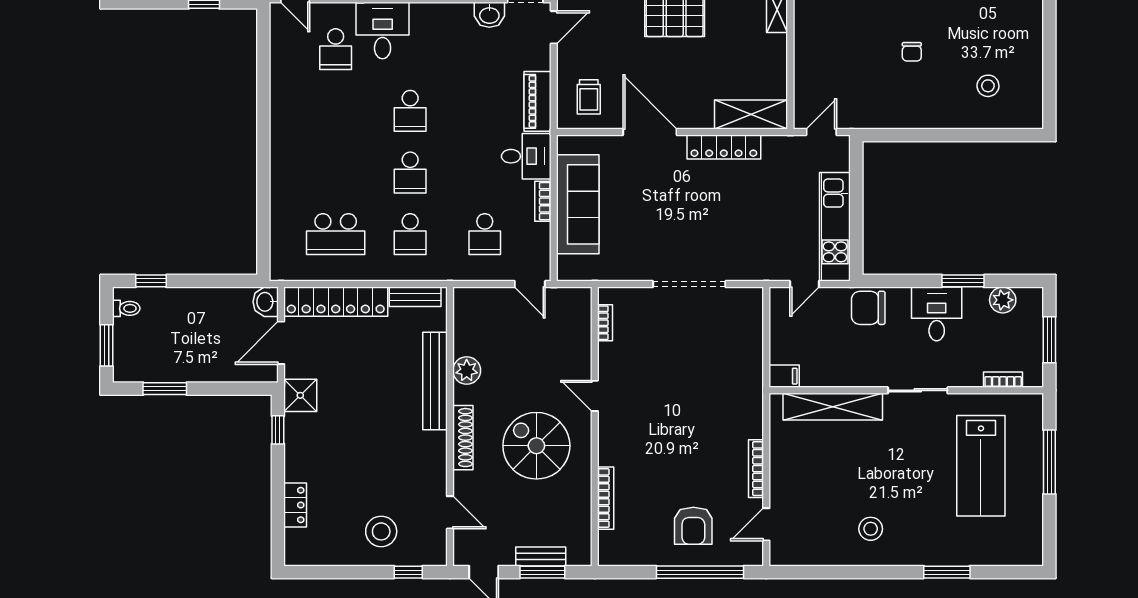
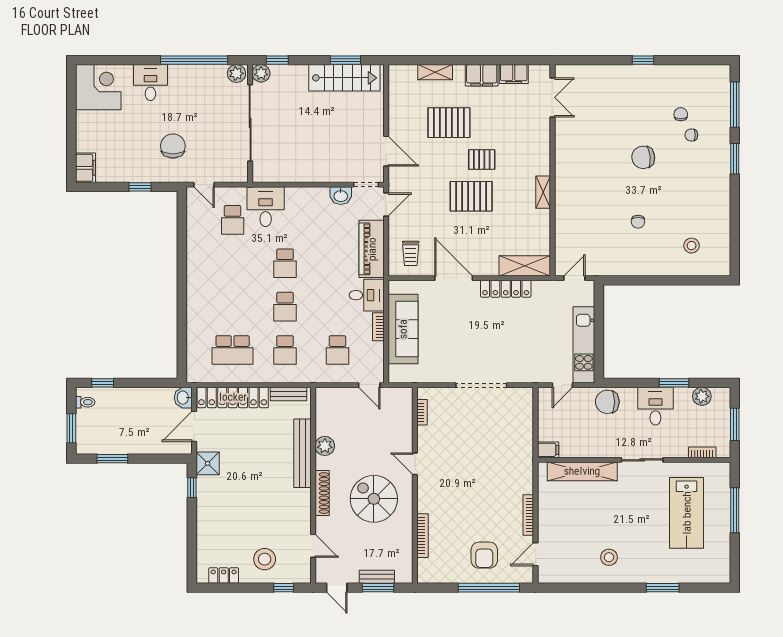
piano: (538, 101) -> (372, 249), width x1.37, depth x1.33
locker: (295, 505) -> (224, 576), moved, turned -90

